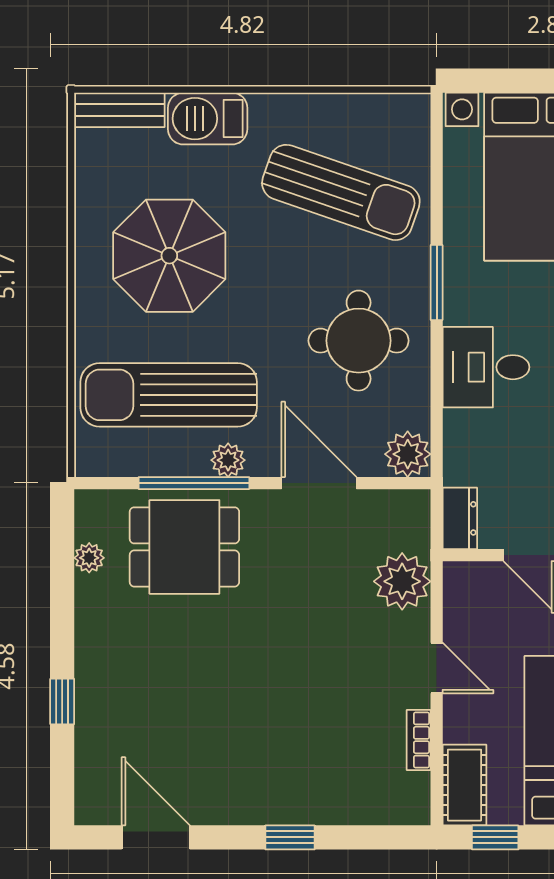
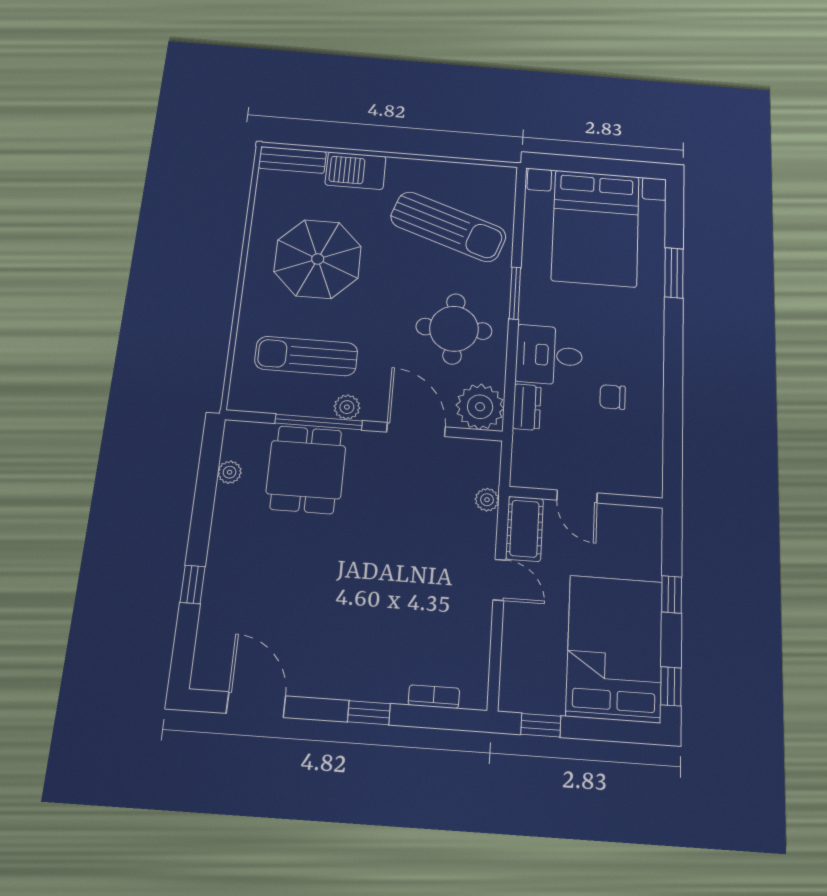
sun lounger: (169, 395) -> (306, 356), width x0.73, depth x0.75
plant: (408, 454) -> (480, 407), width x1.36, depth x1.36
dresser: (460, 518) -> (527, 407), moved
dining table: (184, 547) -> (306, 470), turned 90
plant: (402, 581) -> (487, 500), width x0.53, depth x0.53
bookcase: (419, 740) -> (434, 697), moved, turned 90
cot: (465, 785) -> (524, 529), moved

